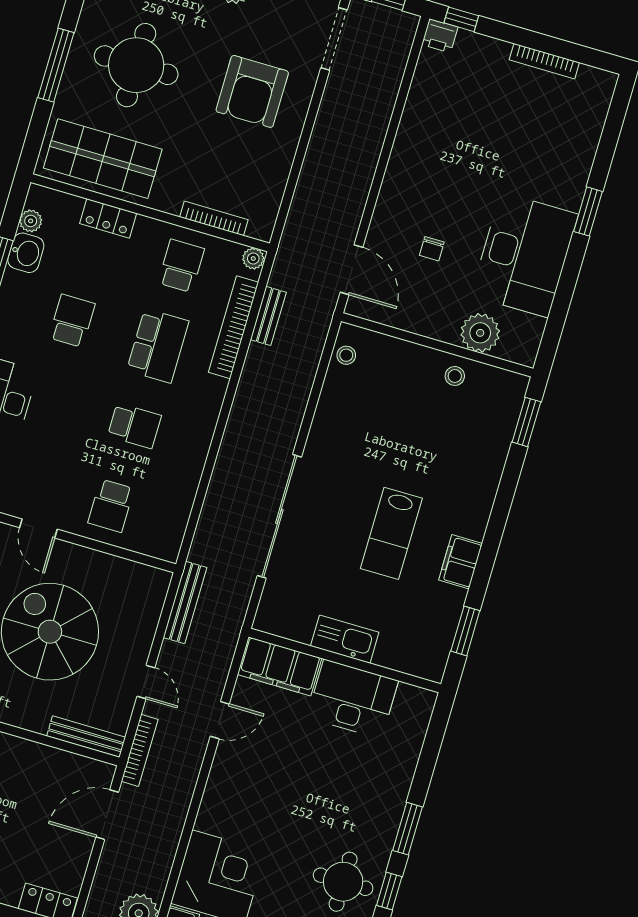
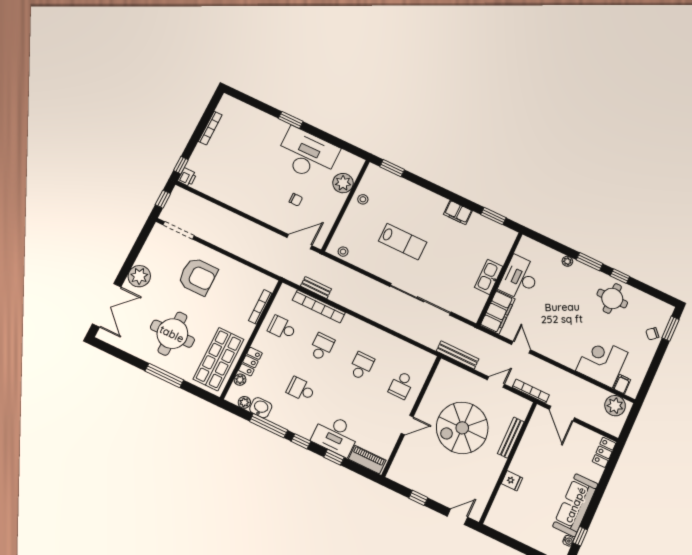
plant: (253, 259) -> (240, 380), moved
school desk: (158, 346) -> (322, 347), width x0.54
school desk: (111, 506) -> (401, 385), turned 90
lab bench: (391, 533) -> (403, 242), moved
bench: (86, 737) -> (511, 438), moved
plant: (401, 786) -> (567, 261), added

